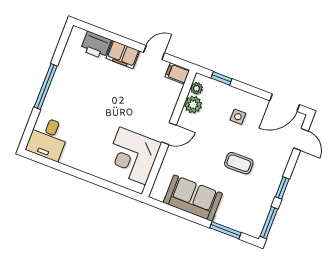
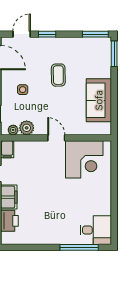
window: (46, 87) -> (79, 247), moved
window: (282, 188) -> (47, 34), moved
window: (226, 230) -> (114, 54), moved

